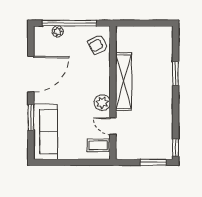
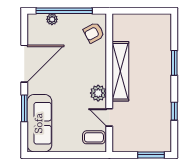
window: (176, 148) -> (174, 111), moved

